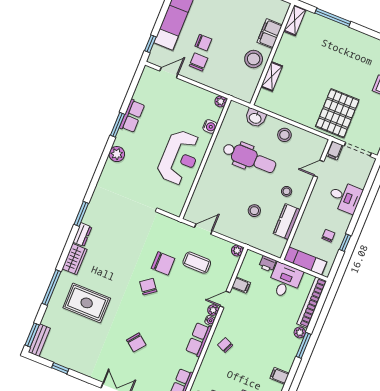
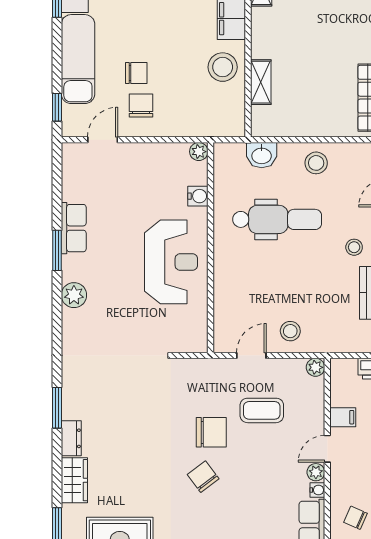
stool: (254, 211) -> (290, 331), moved

